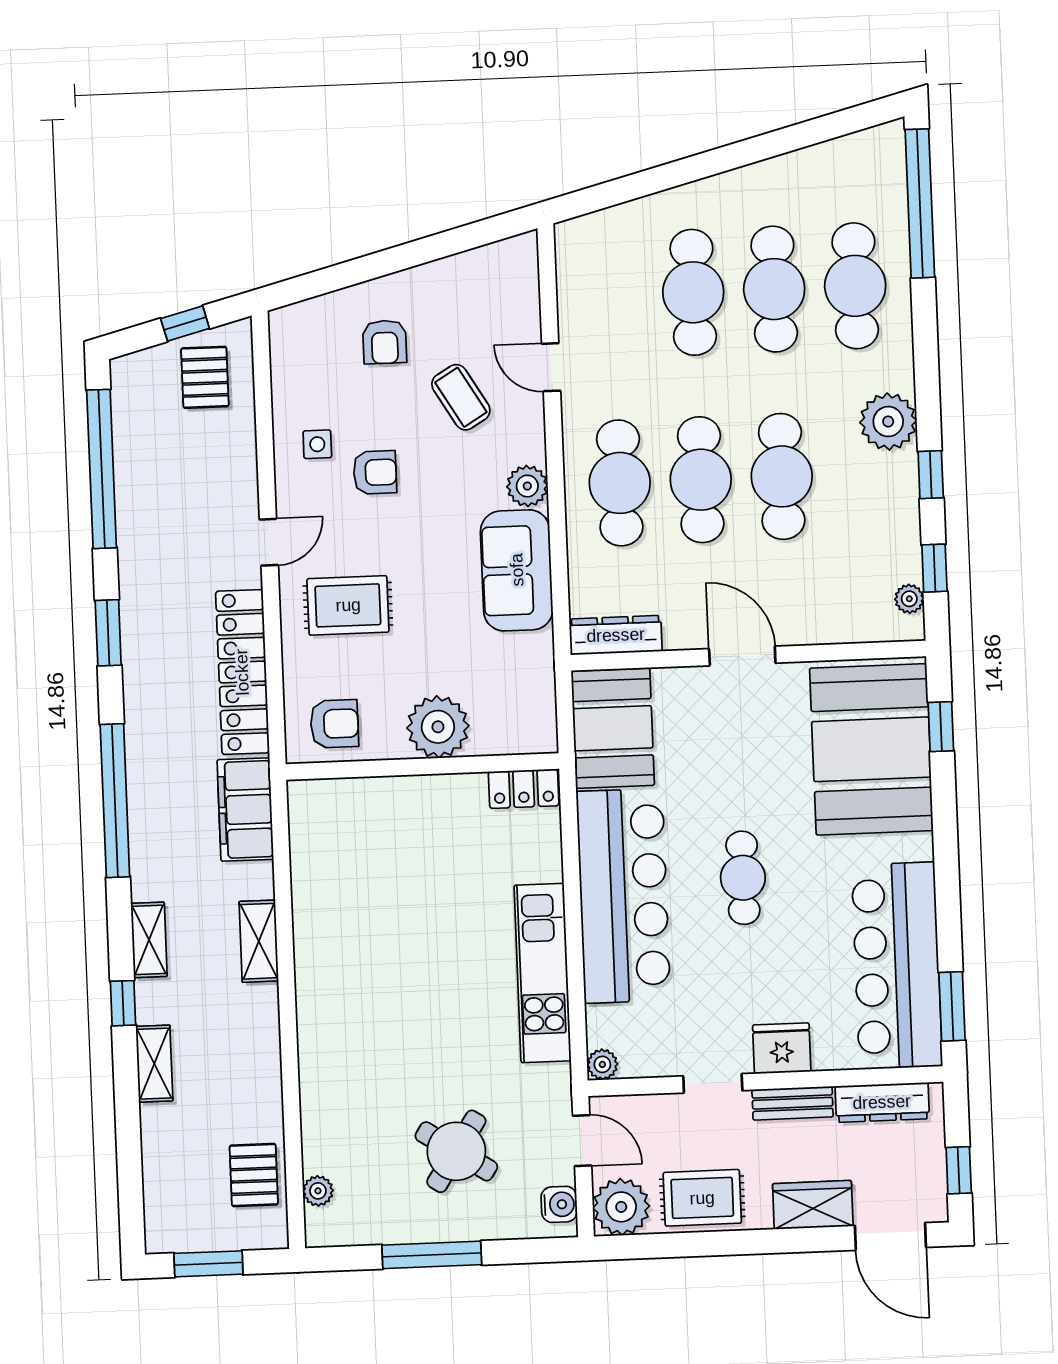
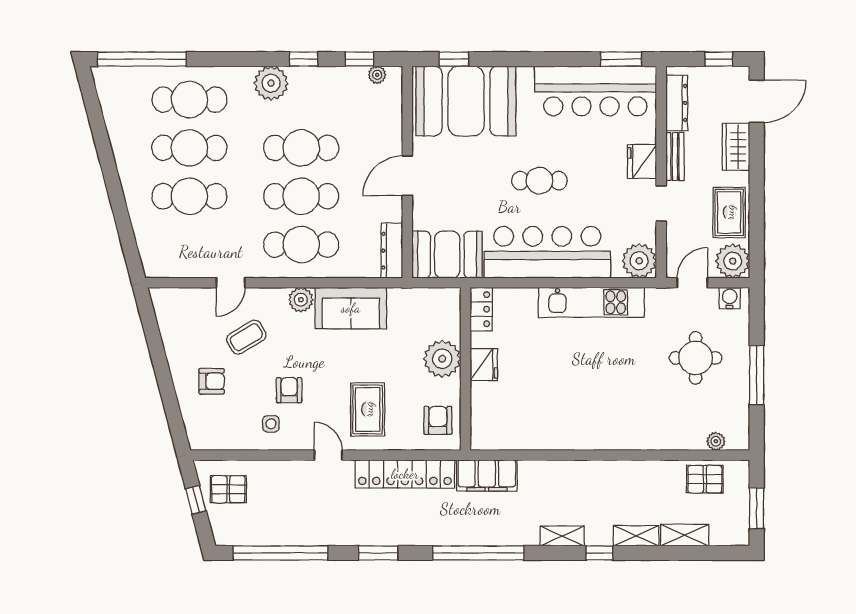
fridge: (431, 797) -> (484, 365), added
shelving: (259, 941) -> (685, 535), moved
plant: (602, 1064) -> (639, 261), width x1.88, depth x1.88
round table: (456, 1151) -> (696, 358), turned -33

